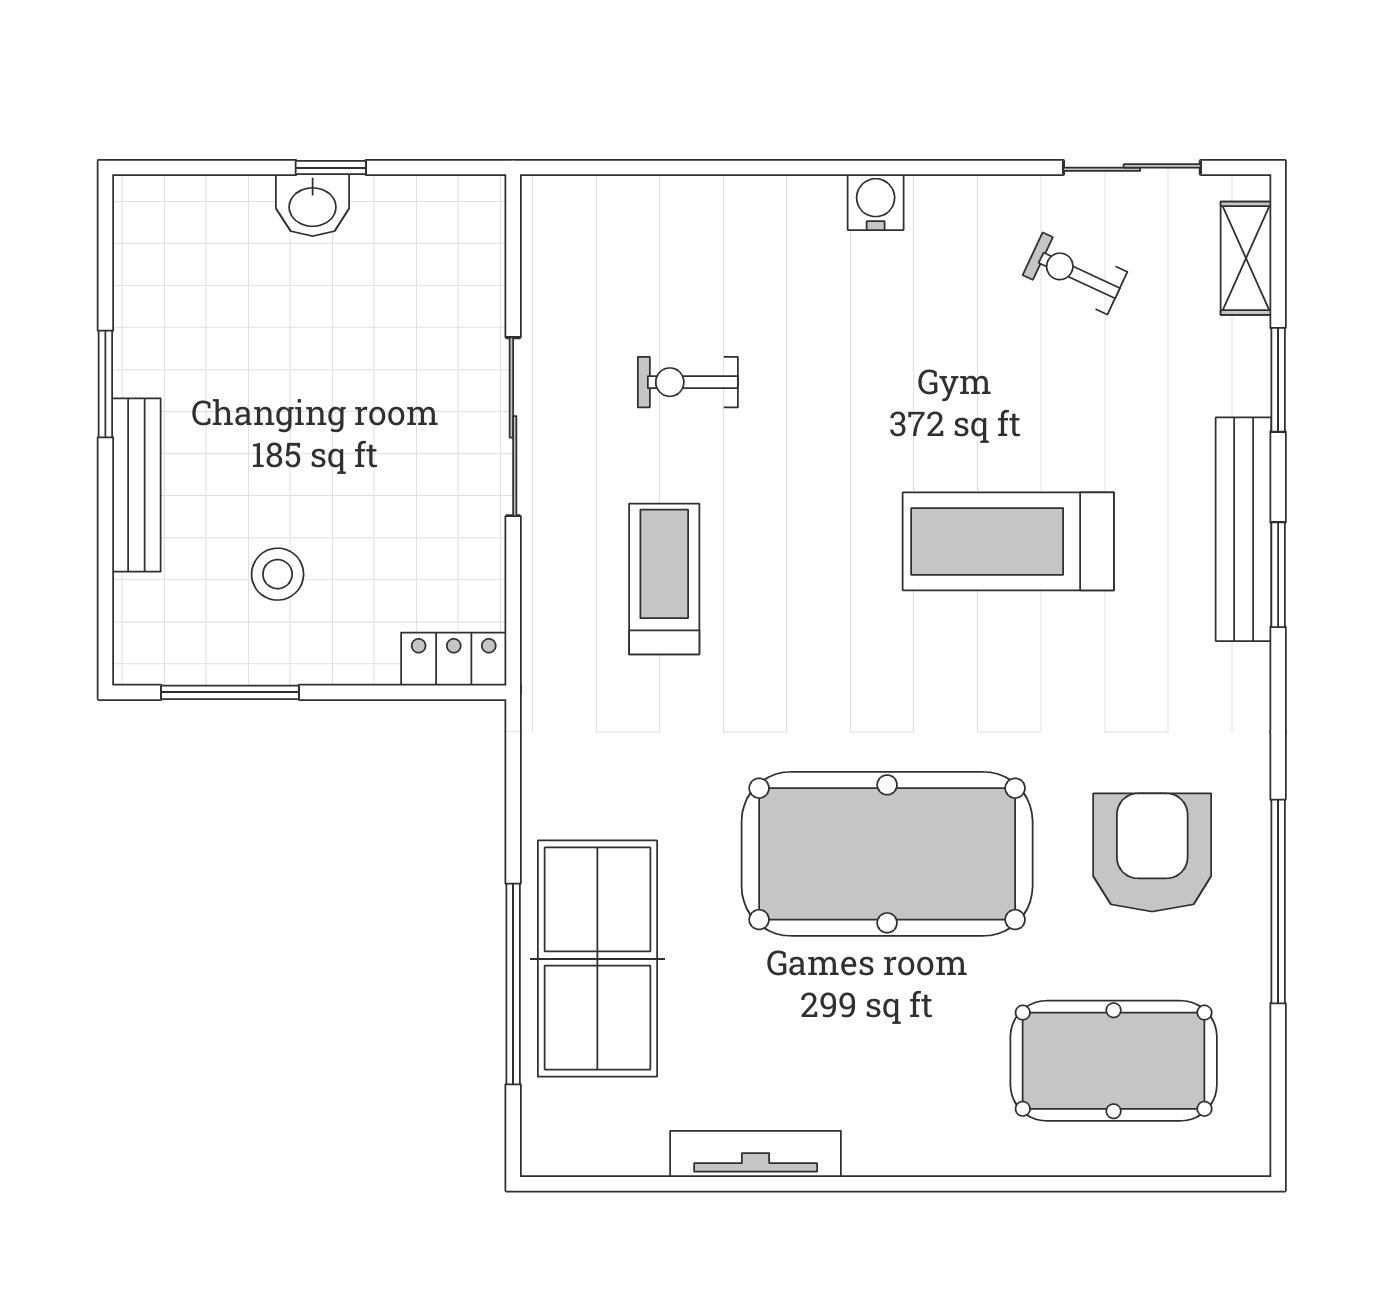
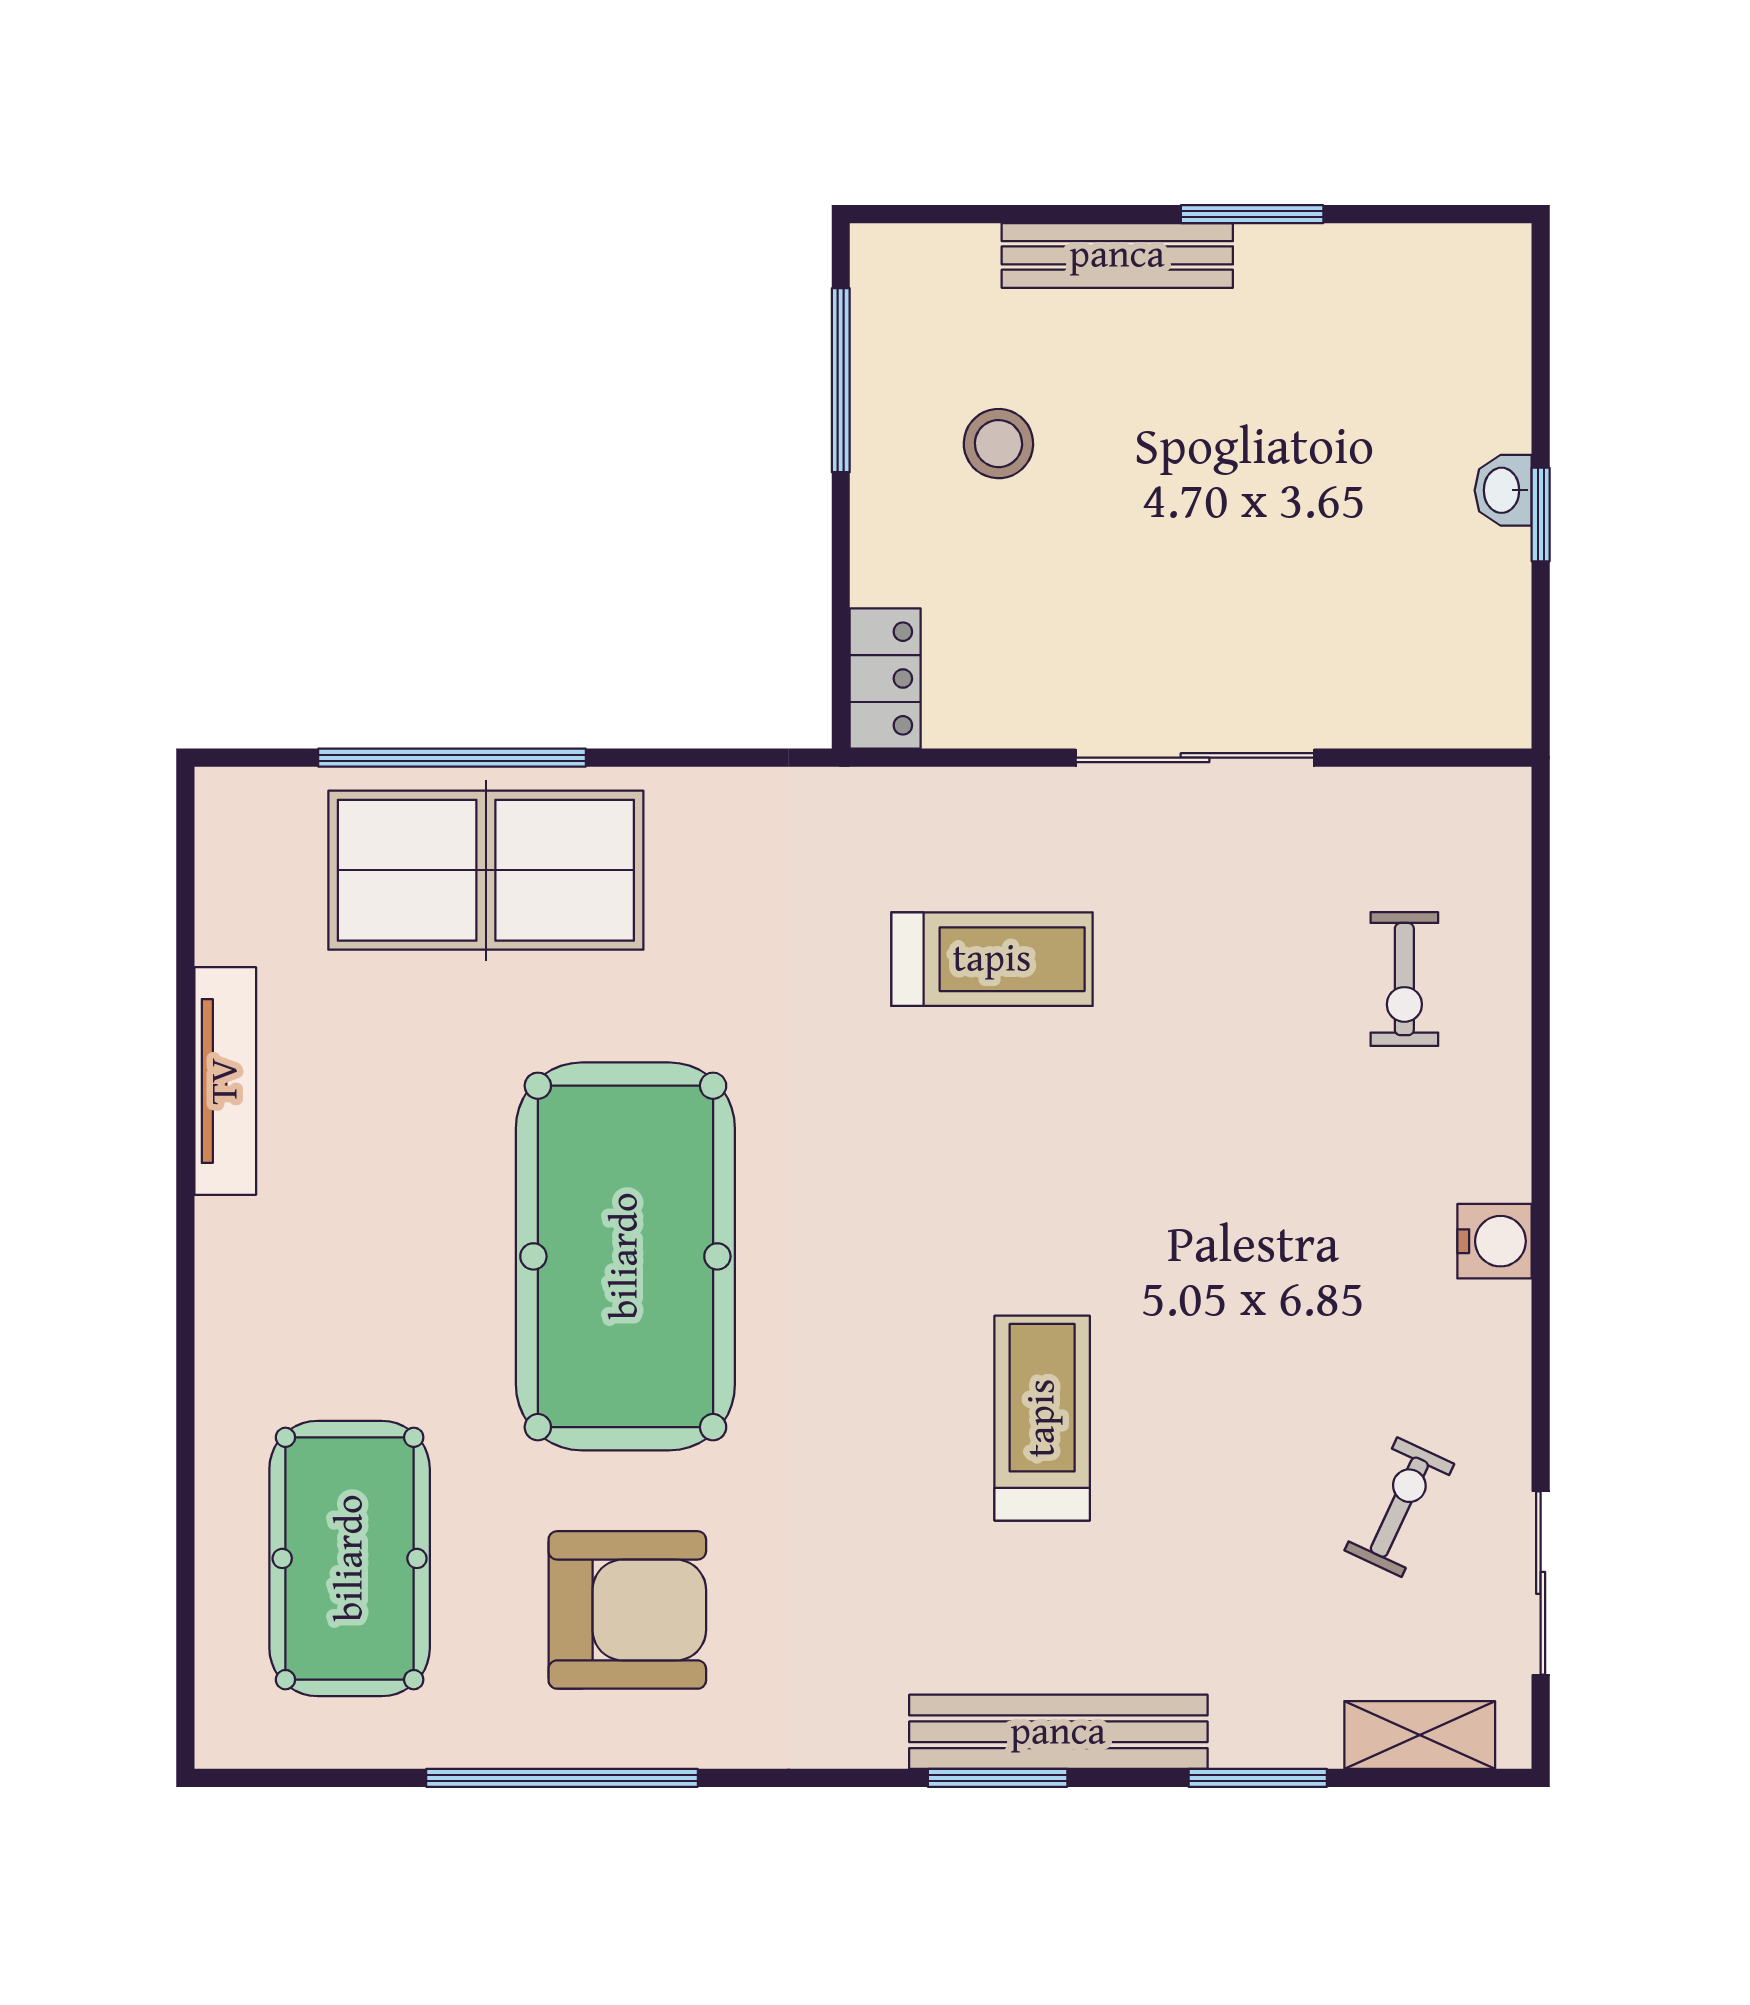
washbasin: (313, 205) -> (1503, 490), width x0.72, depth x0.69
exercise bike: (688, 382) -> (1404, 979), moved, turned 180
treadmill: (1008, 541) -> (1042, 1418), width x0.73, depth x0.73

